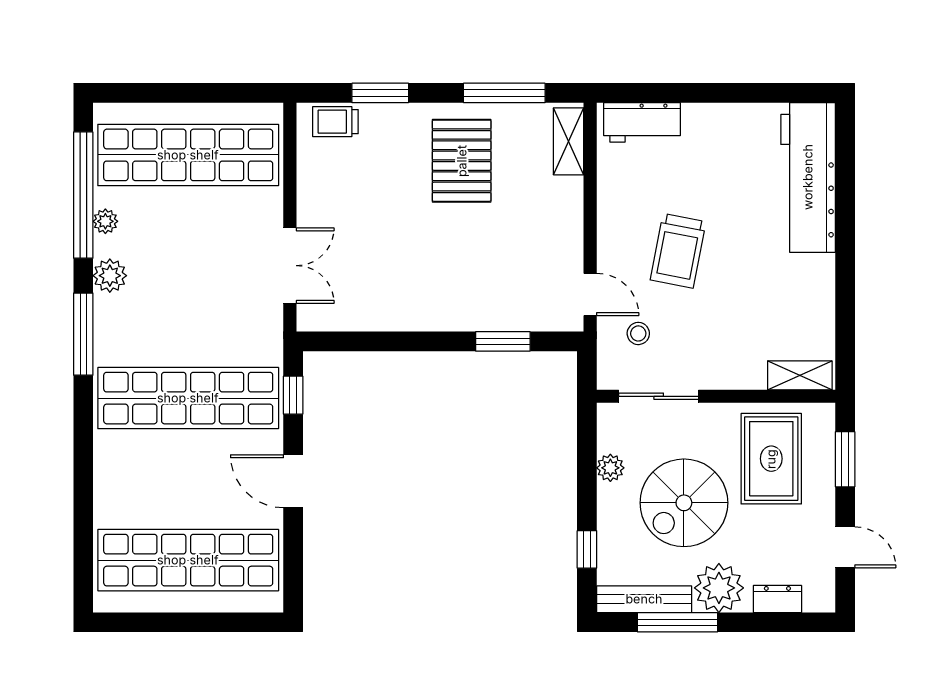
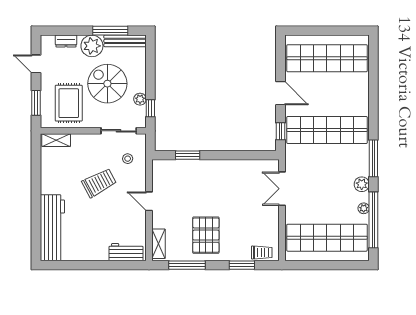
trolley: (678, 251) -> (99, 183), moved, turned 51
door: (590, 294) -> (149, 201), moved
spiral stairs: (684, 503) -> (107, 84), turned -90
window: (587, 549) -> (150, 108), moved

